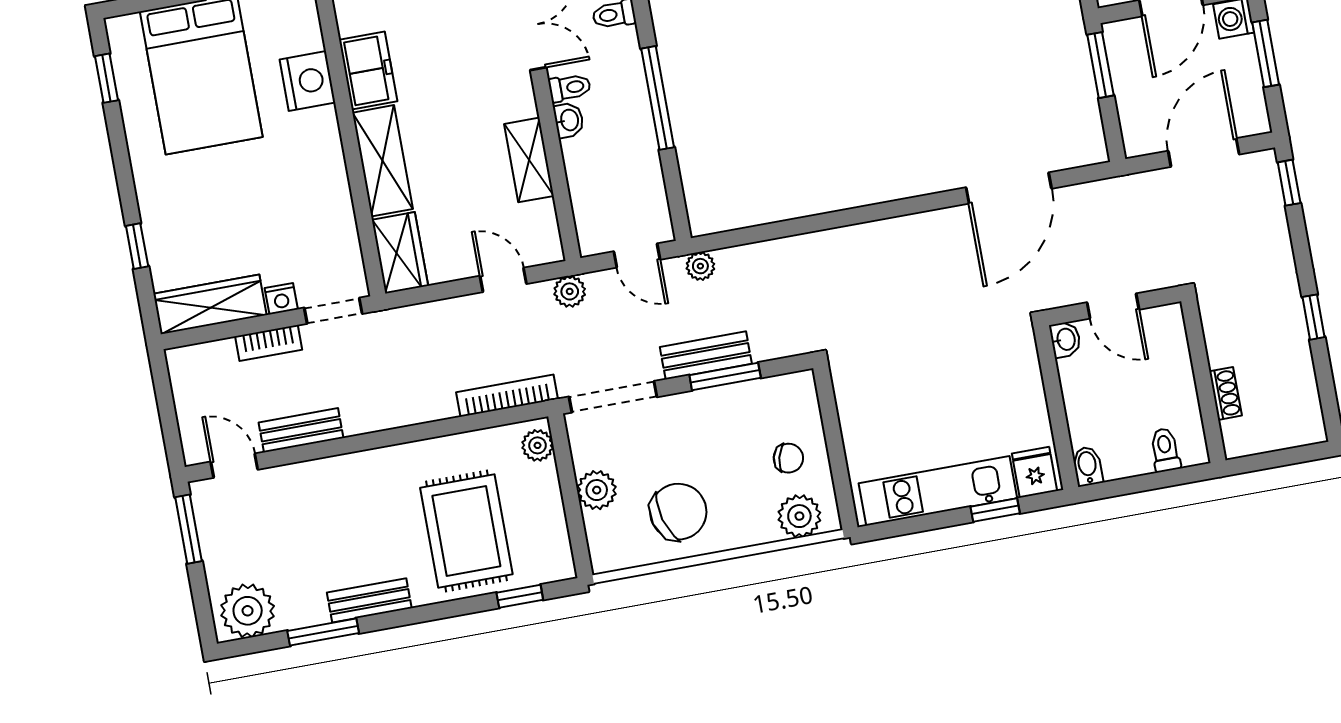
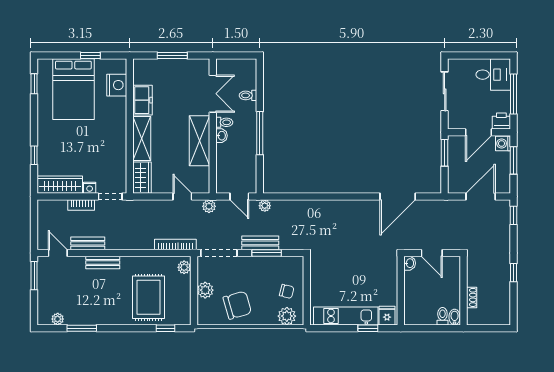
nightstand: (307, 81) -> (117, 85), moved
shelving: (529, 160) -> (200, 141), width x1.50, depth x1.33
bidet: (1088, 466) -> (455, 317), moved
bench: (369, 600) -> (103, 263), moved
plant: (248, 611) -> (58, 319), width x0.53, depth x0.53

